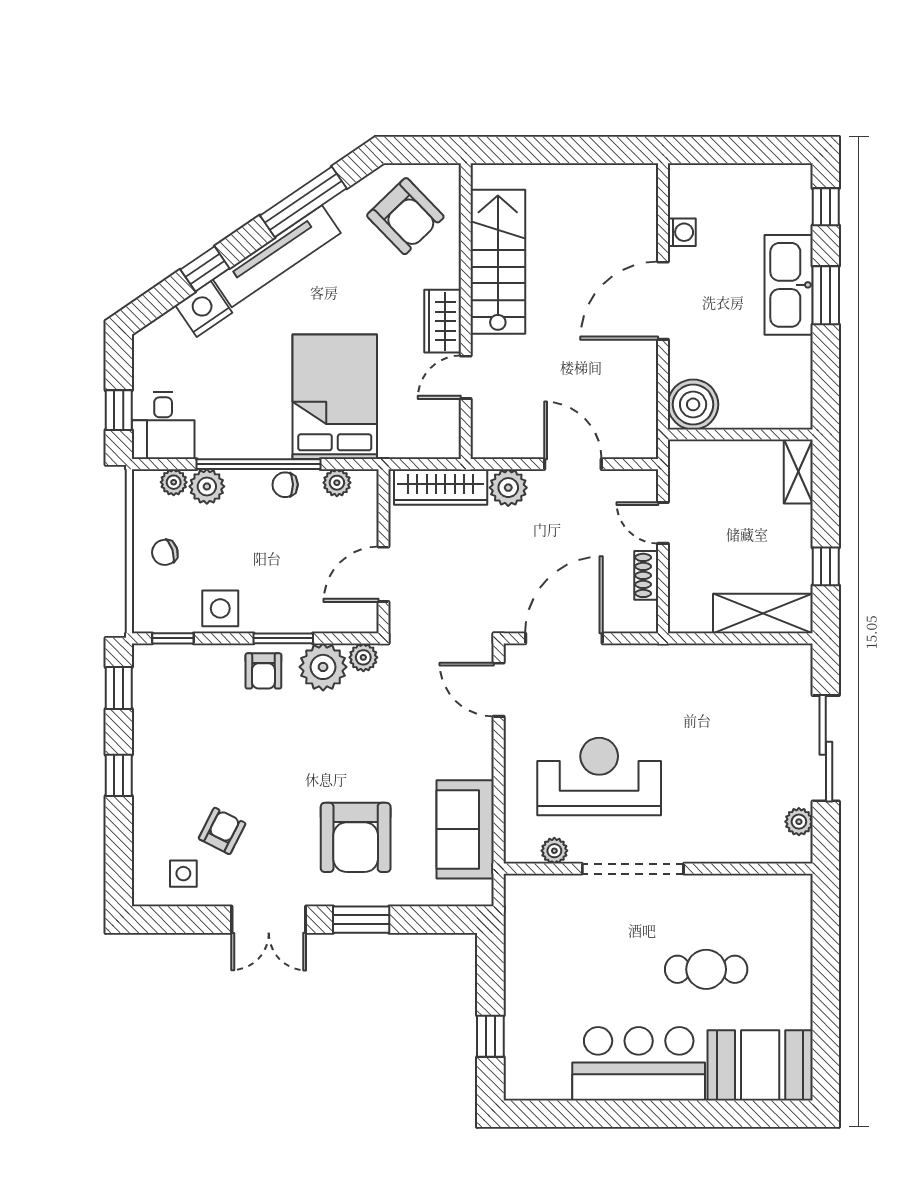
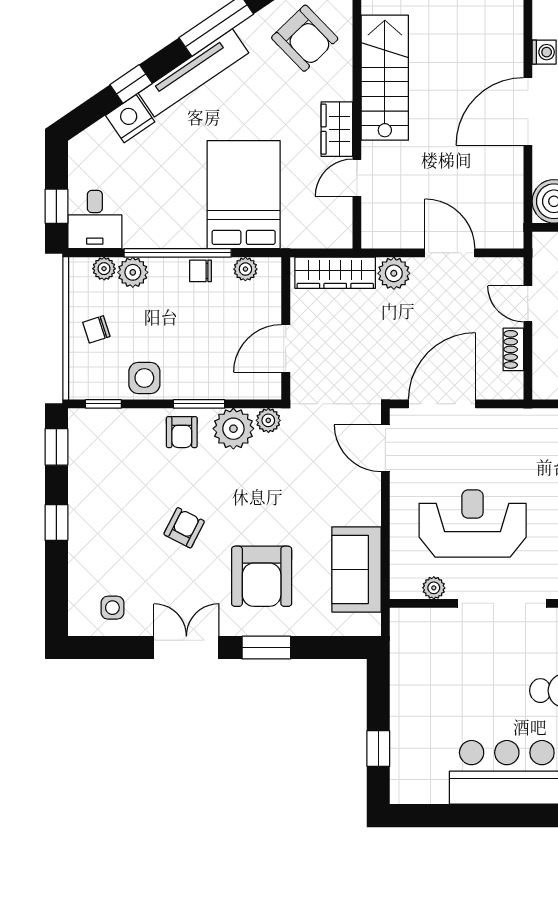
armchair: (222, 831) -> (184, 528), moved
double door: (269, 920) -> (186, 648), swing flipped

